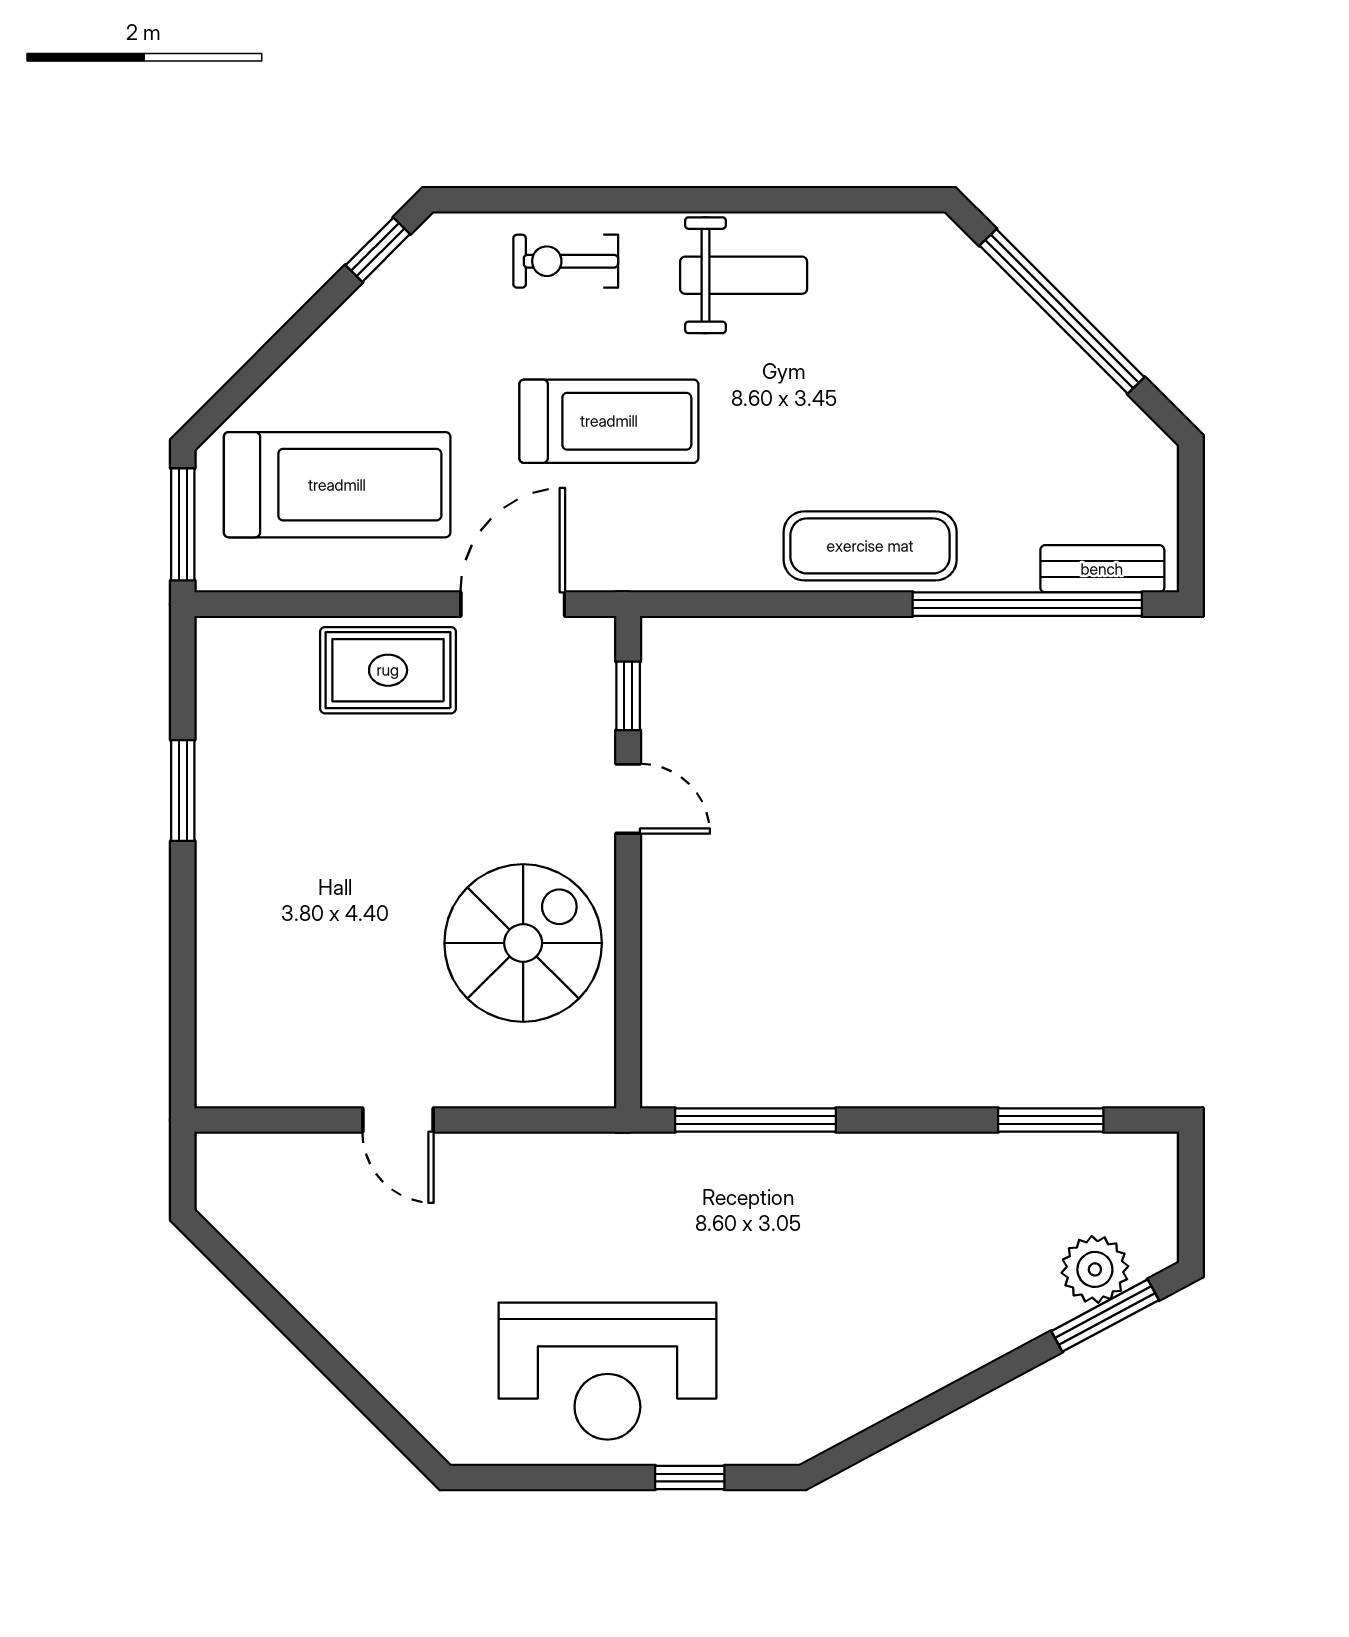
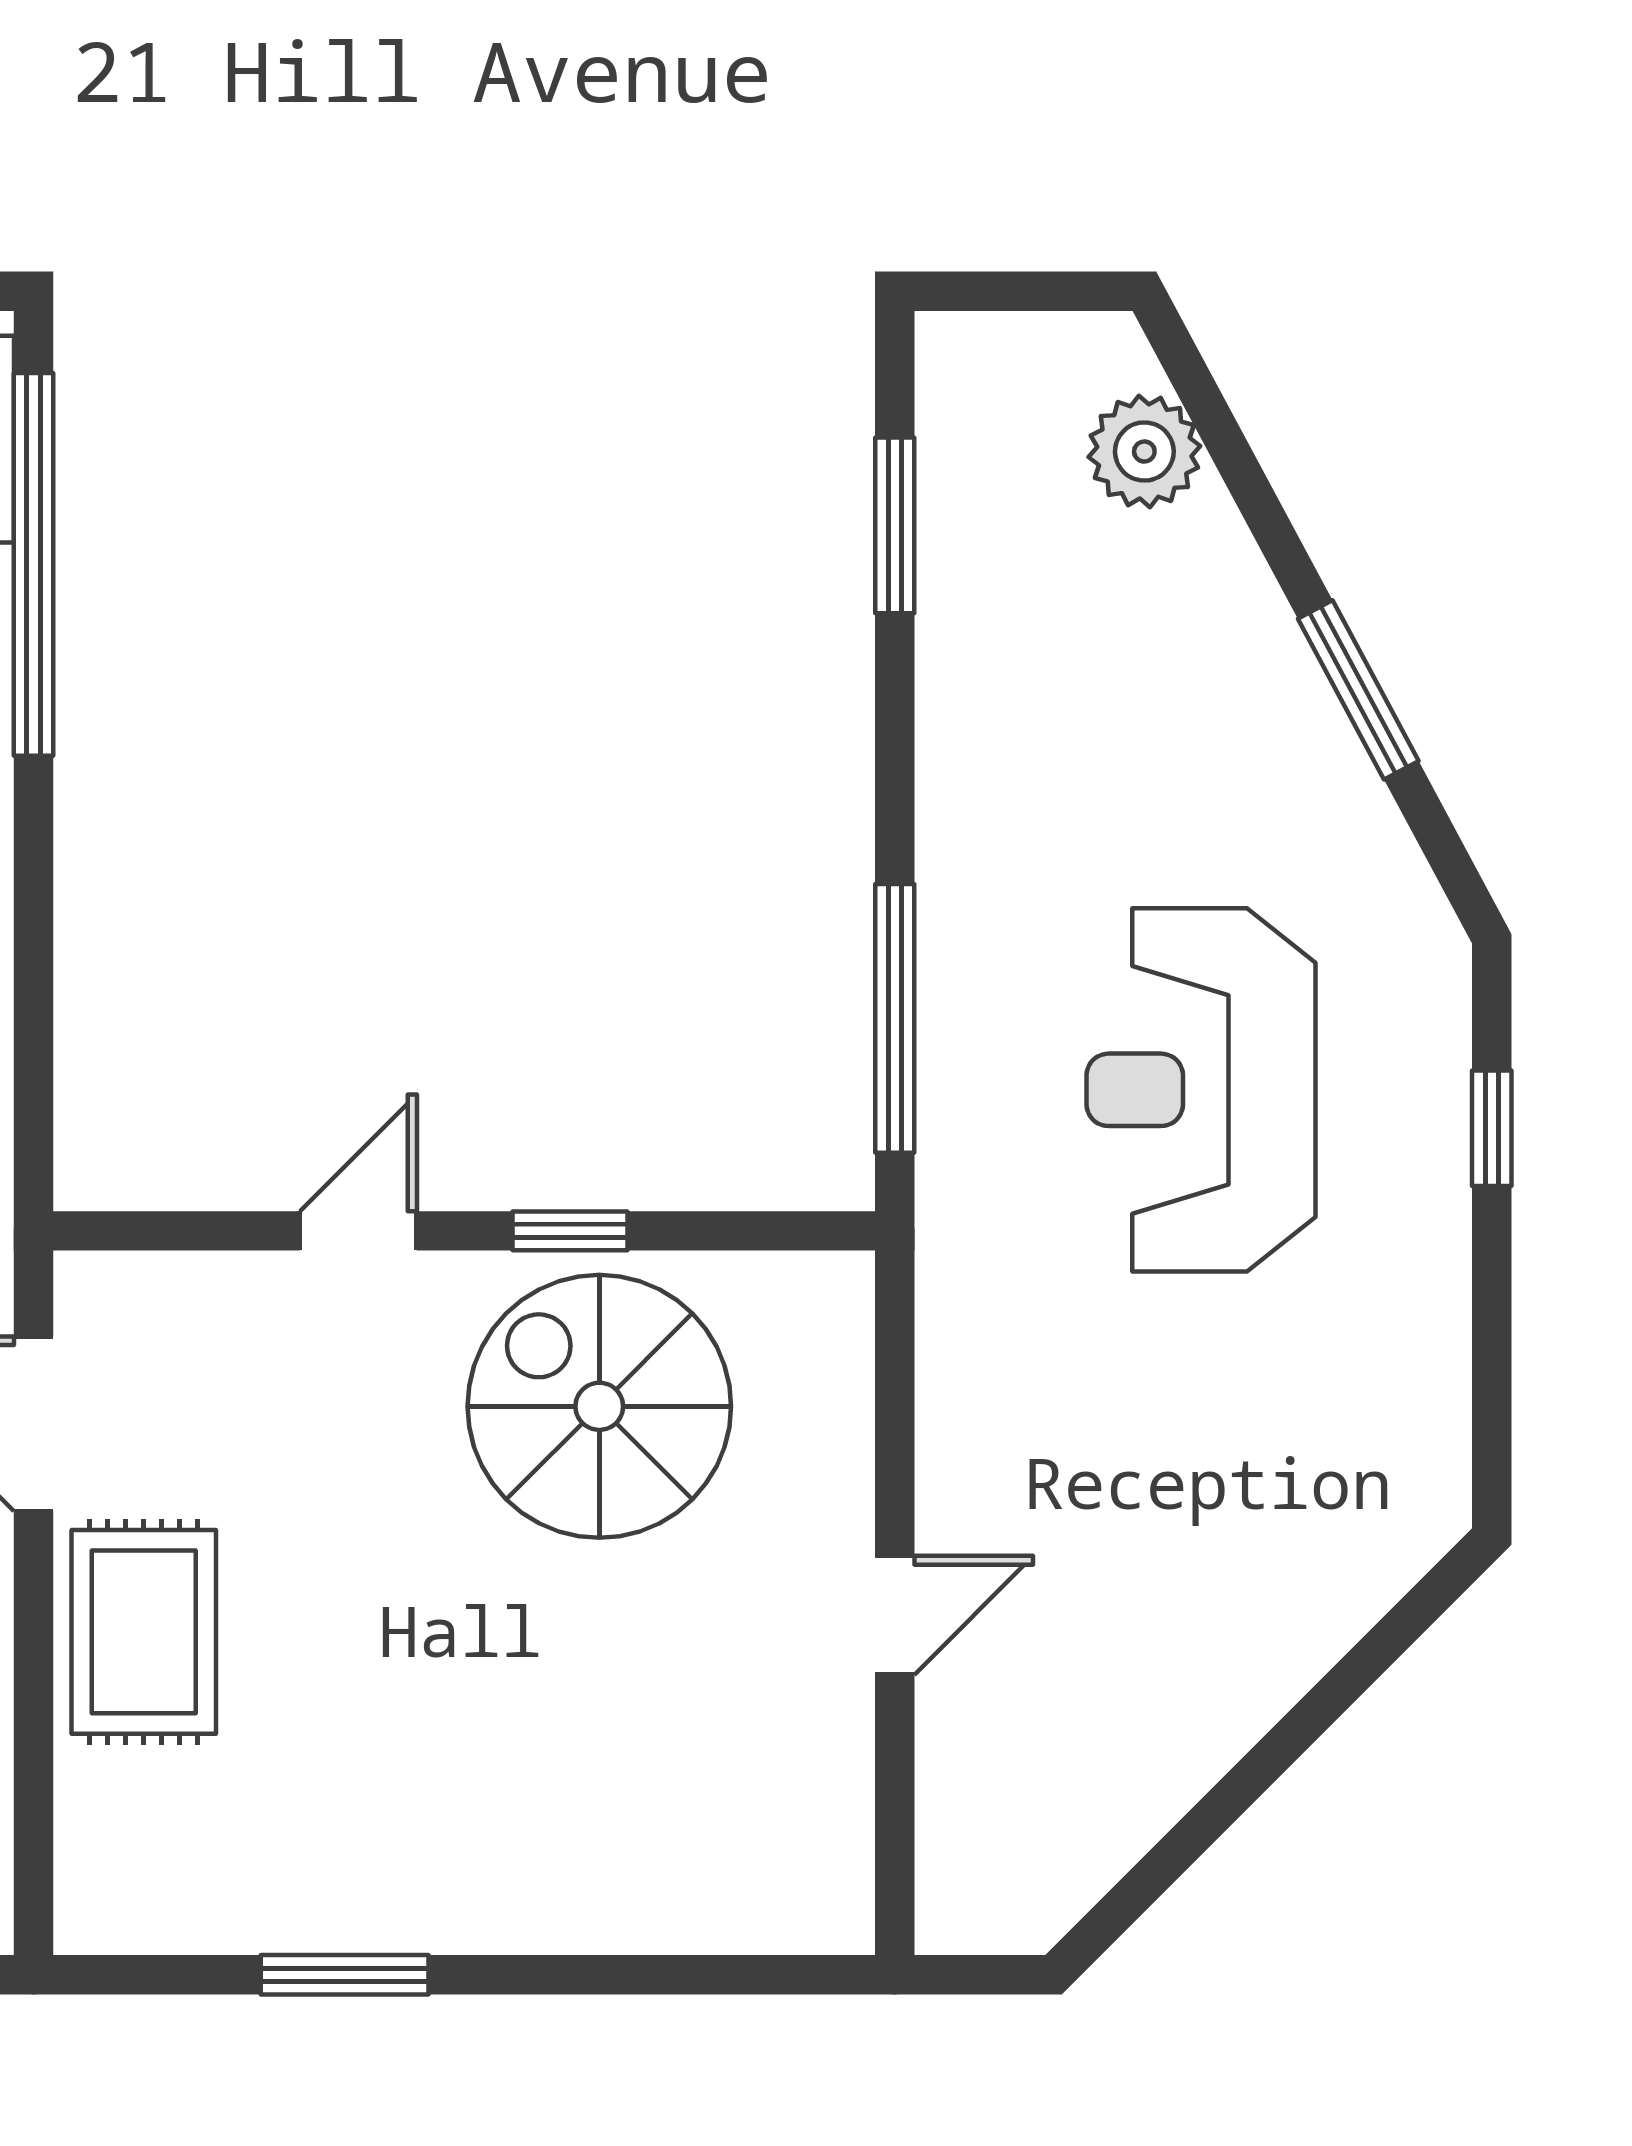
window: (628, 696) -> (570, 1231), moved
window: (1105, 1316) -> (1358, 690), moved
reception desk: (607, 1371) -> (1201, 1090), moved, turned 180

